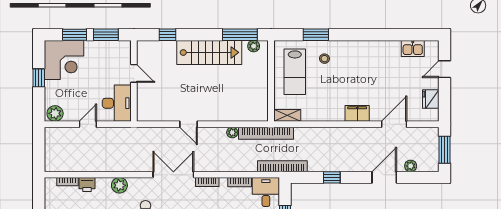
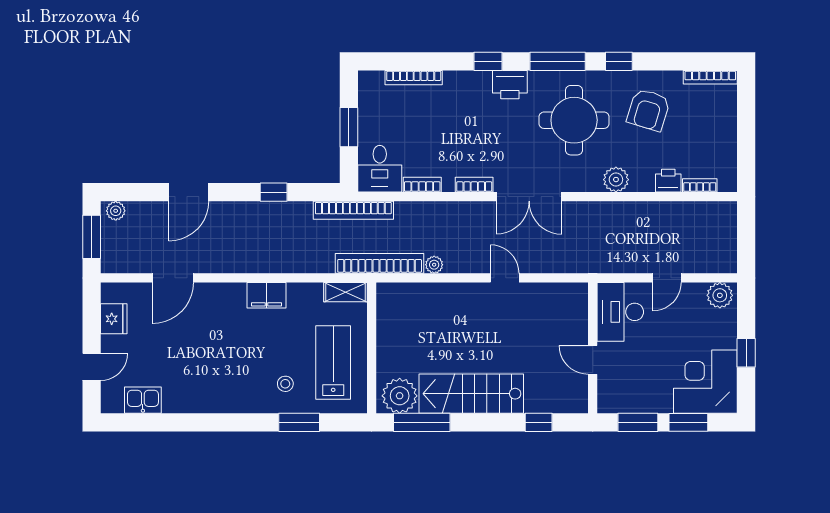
plant: (254, 46) -> (400, 396), width x1.87, depth x1.87
filing cabinet: (357, 113) -> (266, 295), moved
plant: (411, 166) -> (116, 211), moved

